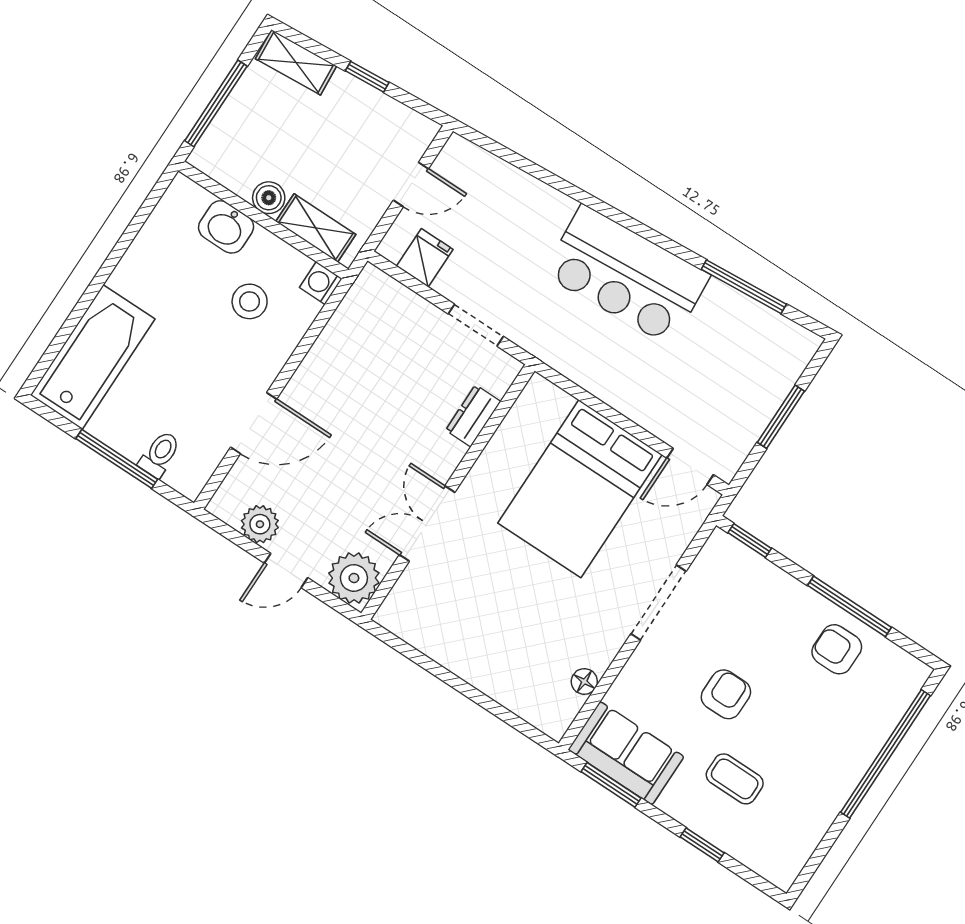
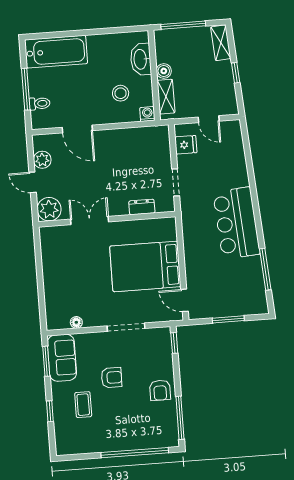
washbasin: (226, 227) -> (141, 59), width x1.38
window: (849, 606) -> (180, 418), moved
armchair: (837, 649) -> (160, 390), moved, turned 180

